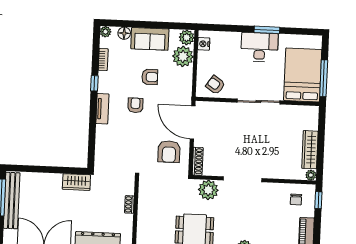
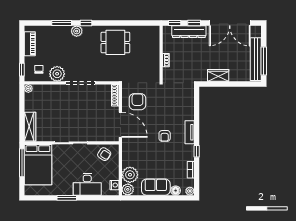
desk: (259, 47) -> (87, 184), moved
armchair: (150, 77) -> (155, 158), removed
wardrobe: (310, 150) -> (30, 127), moved
wardrobe: (76, 182) -> (218, 75), moved
plant: (208, 190) -> (57, 74), moved

